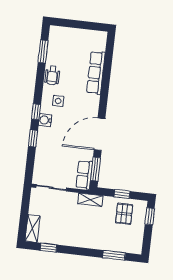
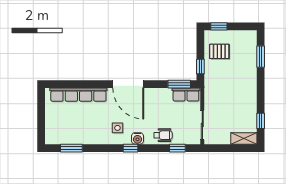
row of seats: (96, 73) -> (78, 95), width x1.36
wheelchair: (52, 75) -> (163, 135), moved
door: (100, 134) -> (128, 84), moved
window: (33, 138) -> (177, 148), moved
window: (122, 194) -> (200, 67), moved
shelving: (90, 200) -> (210, 86), removed

